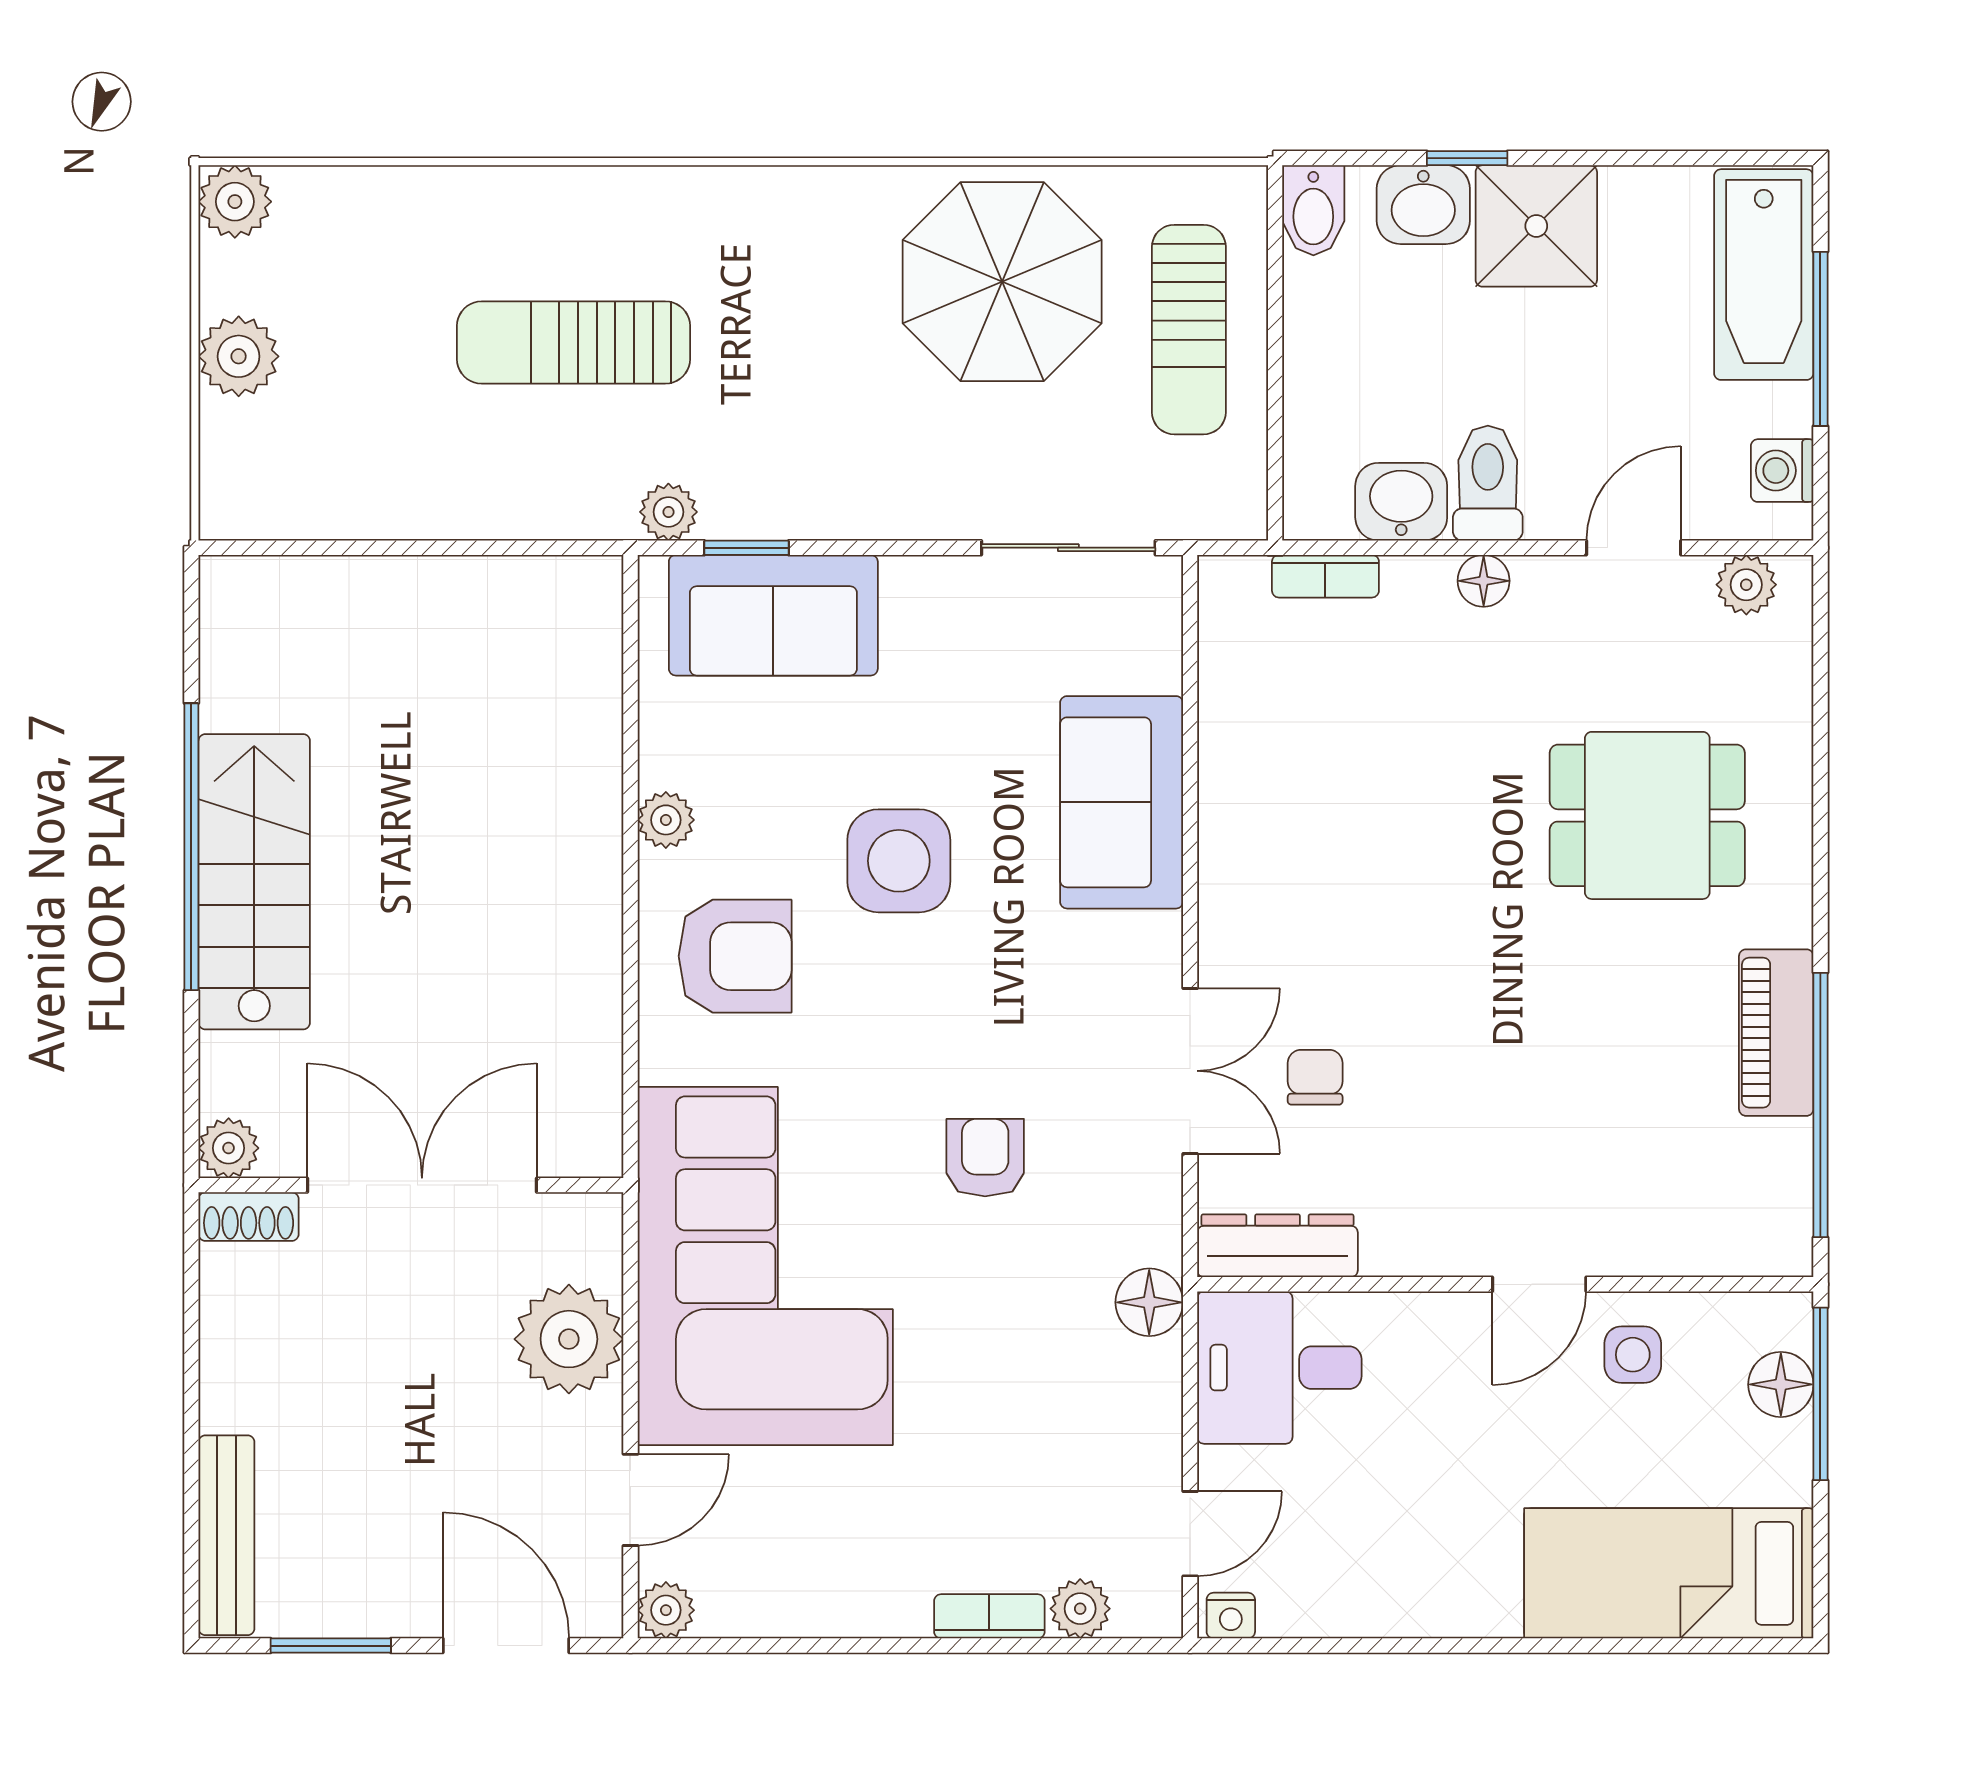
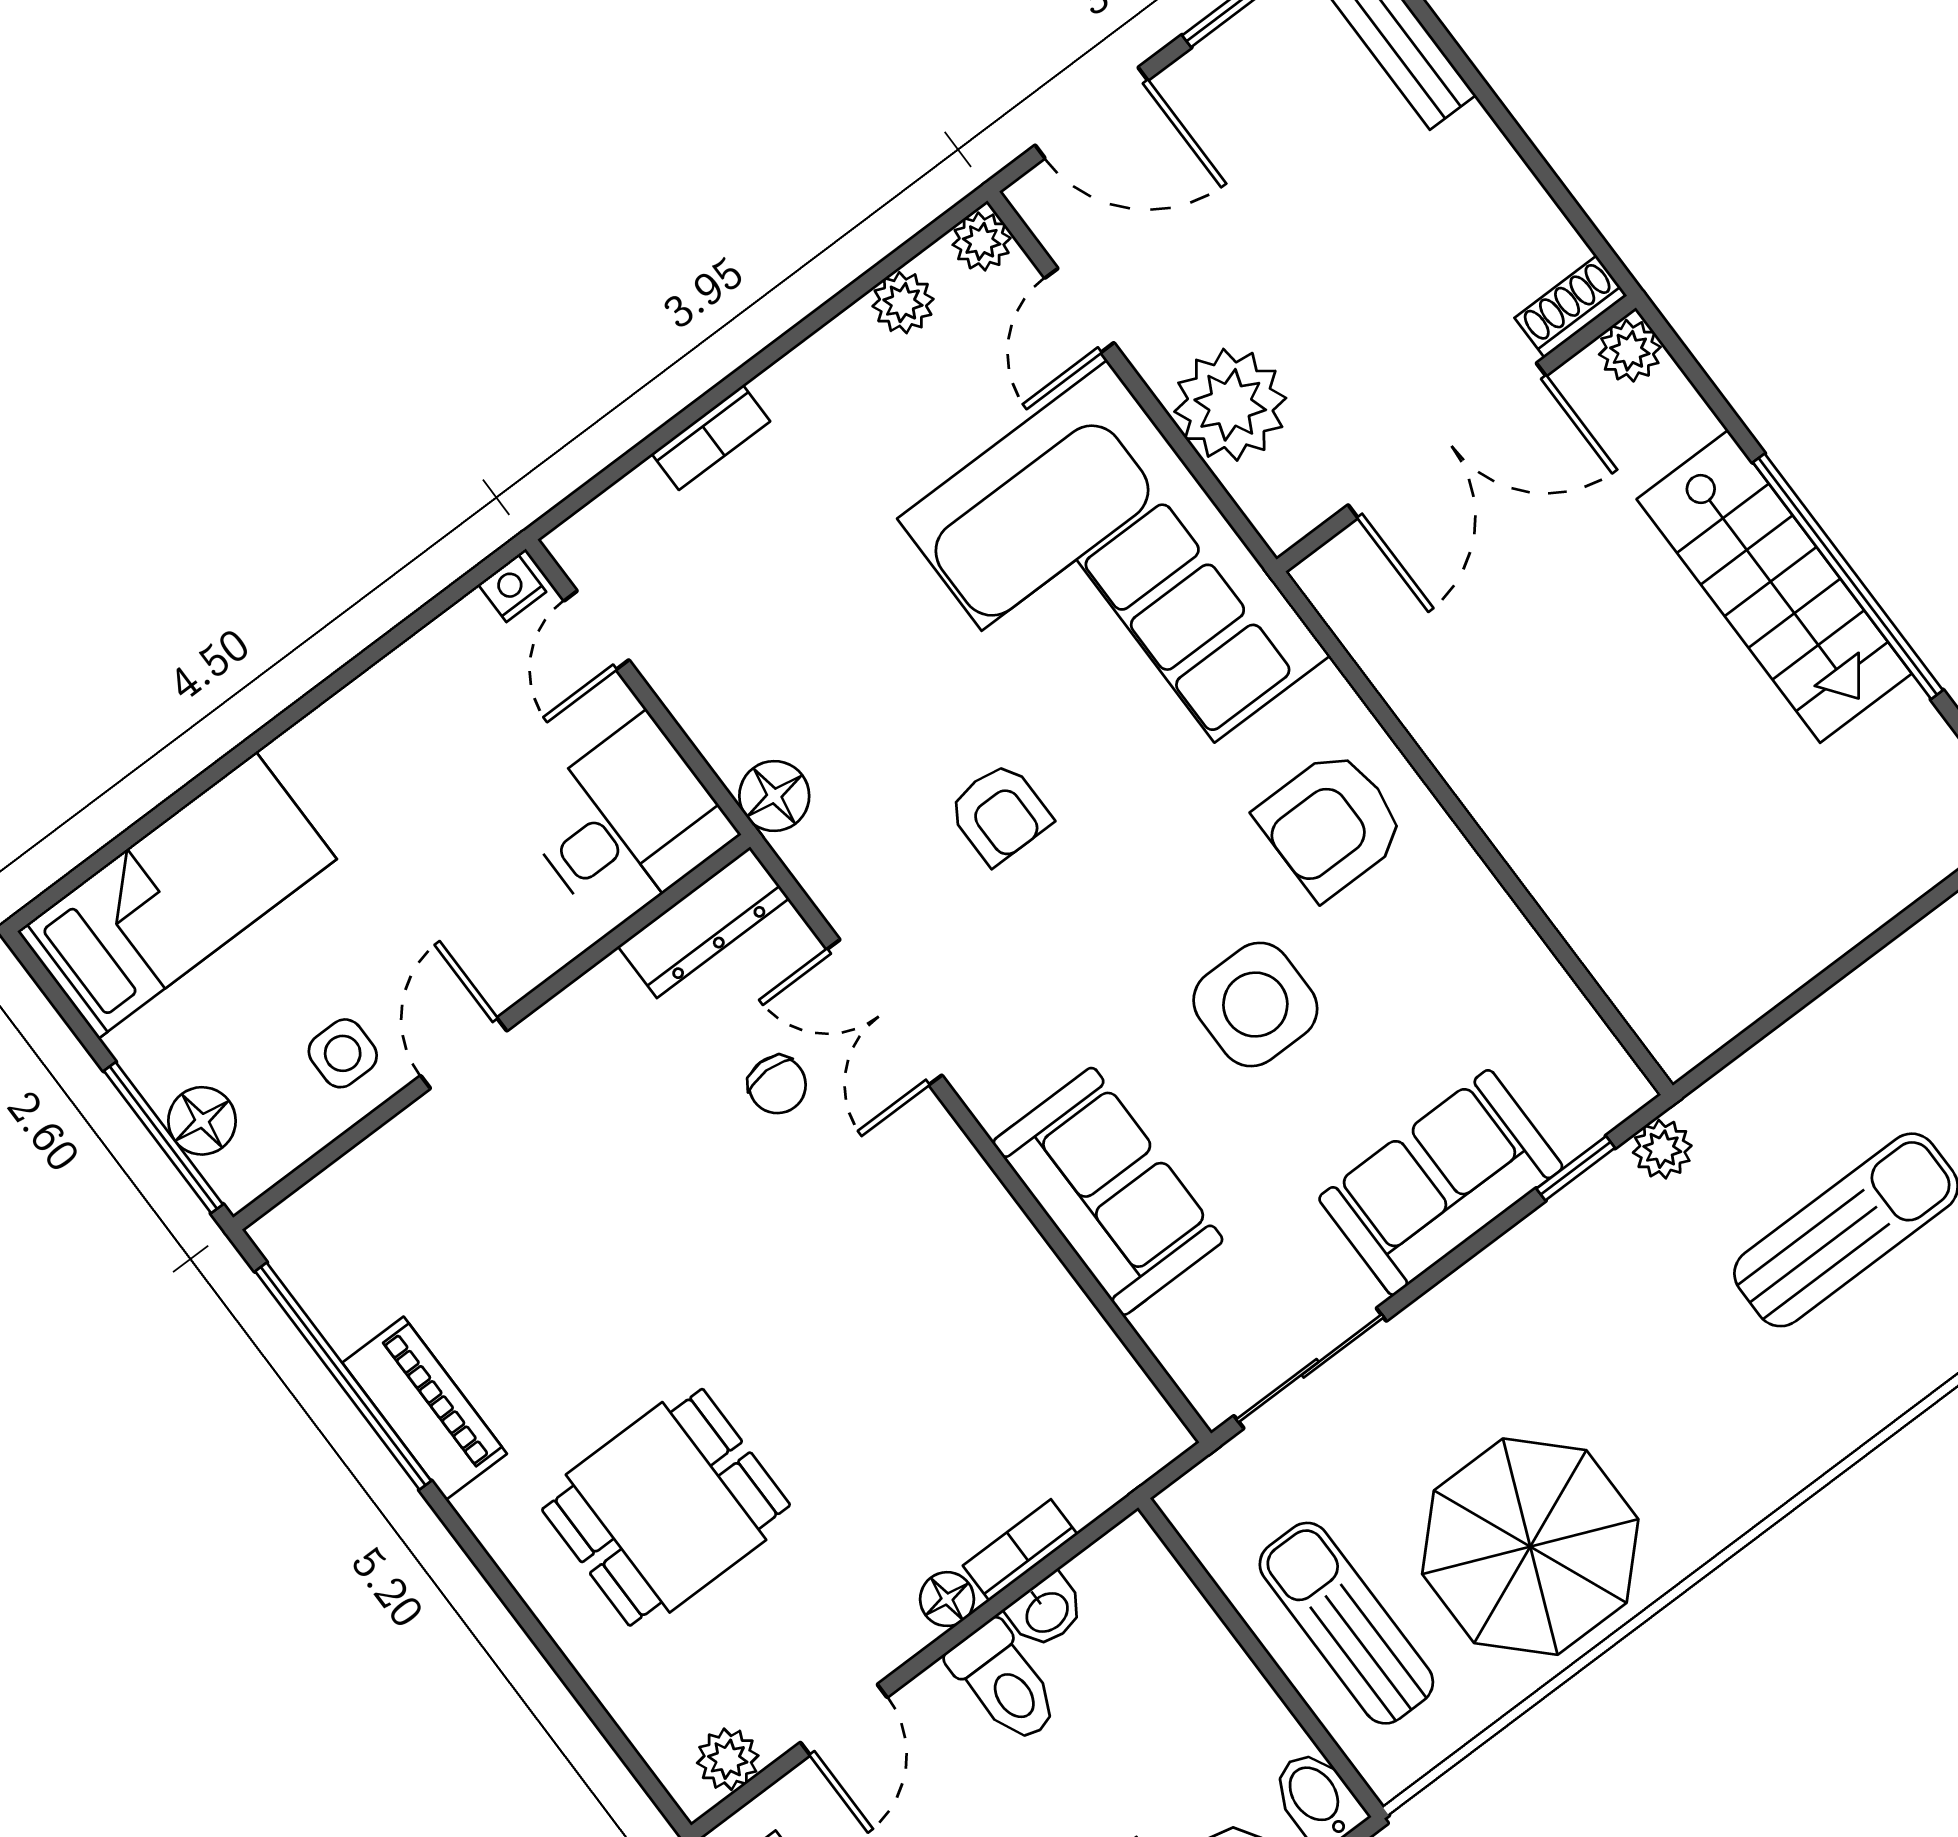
washbasin: (1401, 502) -> (1046, 1611), width x0.72, depth x0.69
bookcase: (1325, 576) -> (1020, 1550), moved
sofa: (773, 615) -> (1441, 1183), moved
plant: (666, 820) -> (1473, 893), removed
plant: (1080, 1609) -> (903, 303), moved

